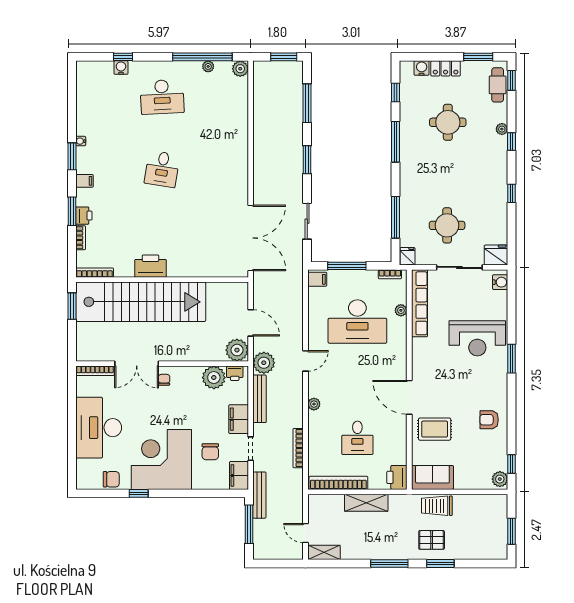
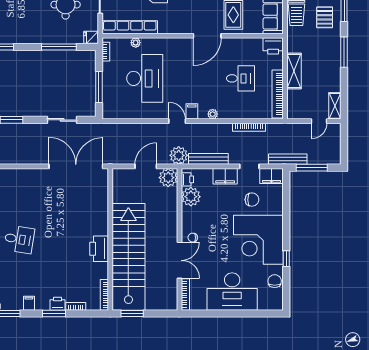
filing cabinet: (317, 279) -> (192, 111), moved

